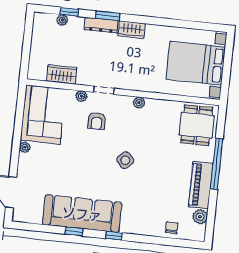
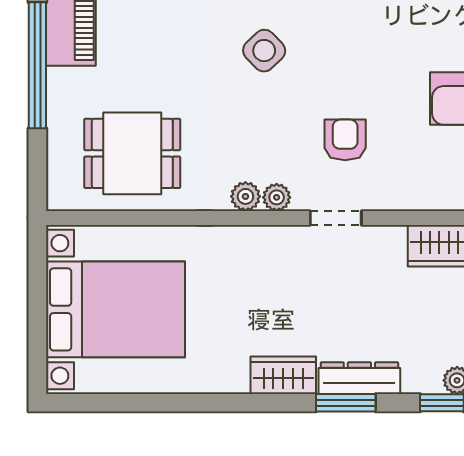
plant: (81, 96) -> (277, 197), moved
dining table: (197, 125) -> (132, 153), moved, turned 90

